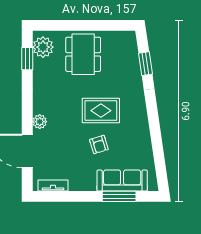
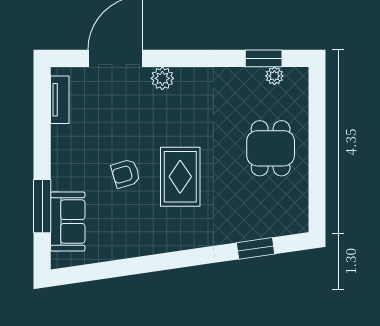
plant: (43, 47) -> (274, 76), width x0.53, depth x0.53
dining table: (83, 54) -> (271, 148), width x0.73
sofa: (122, 181) -> (68, 222), width x0.73

